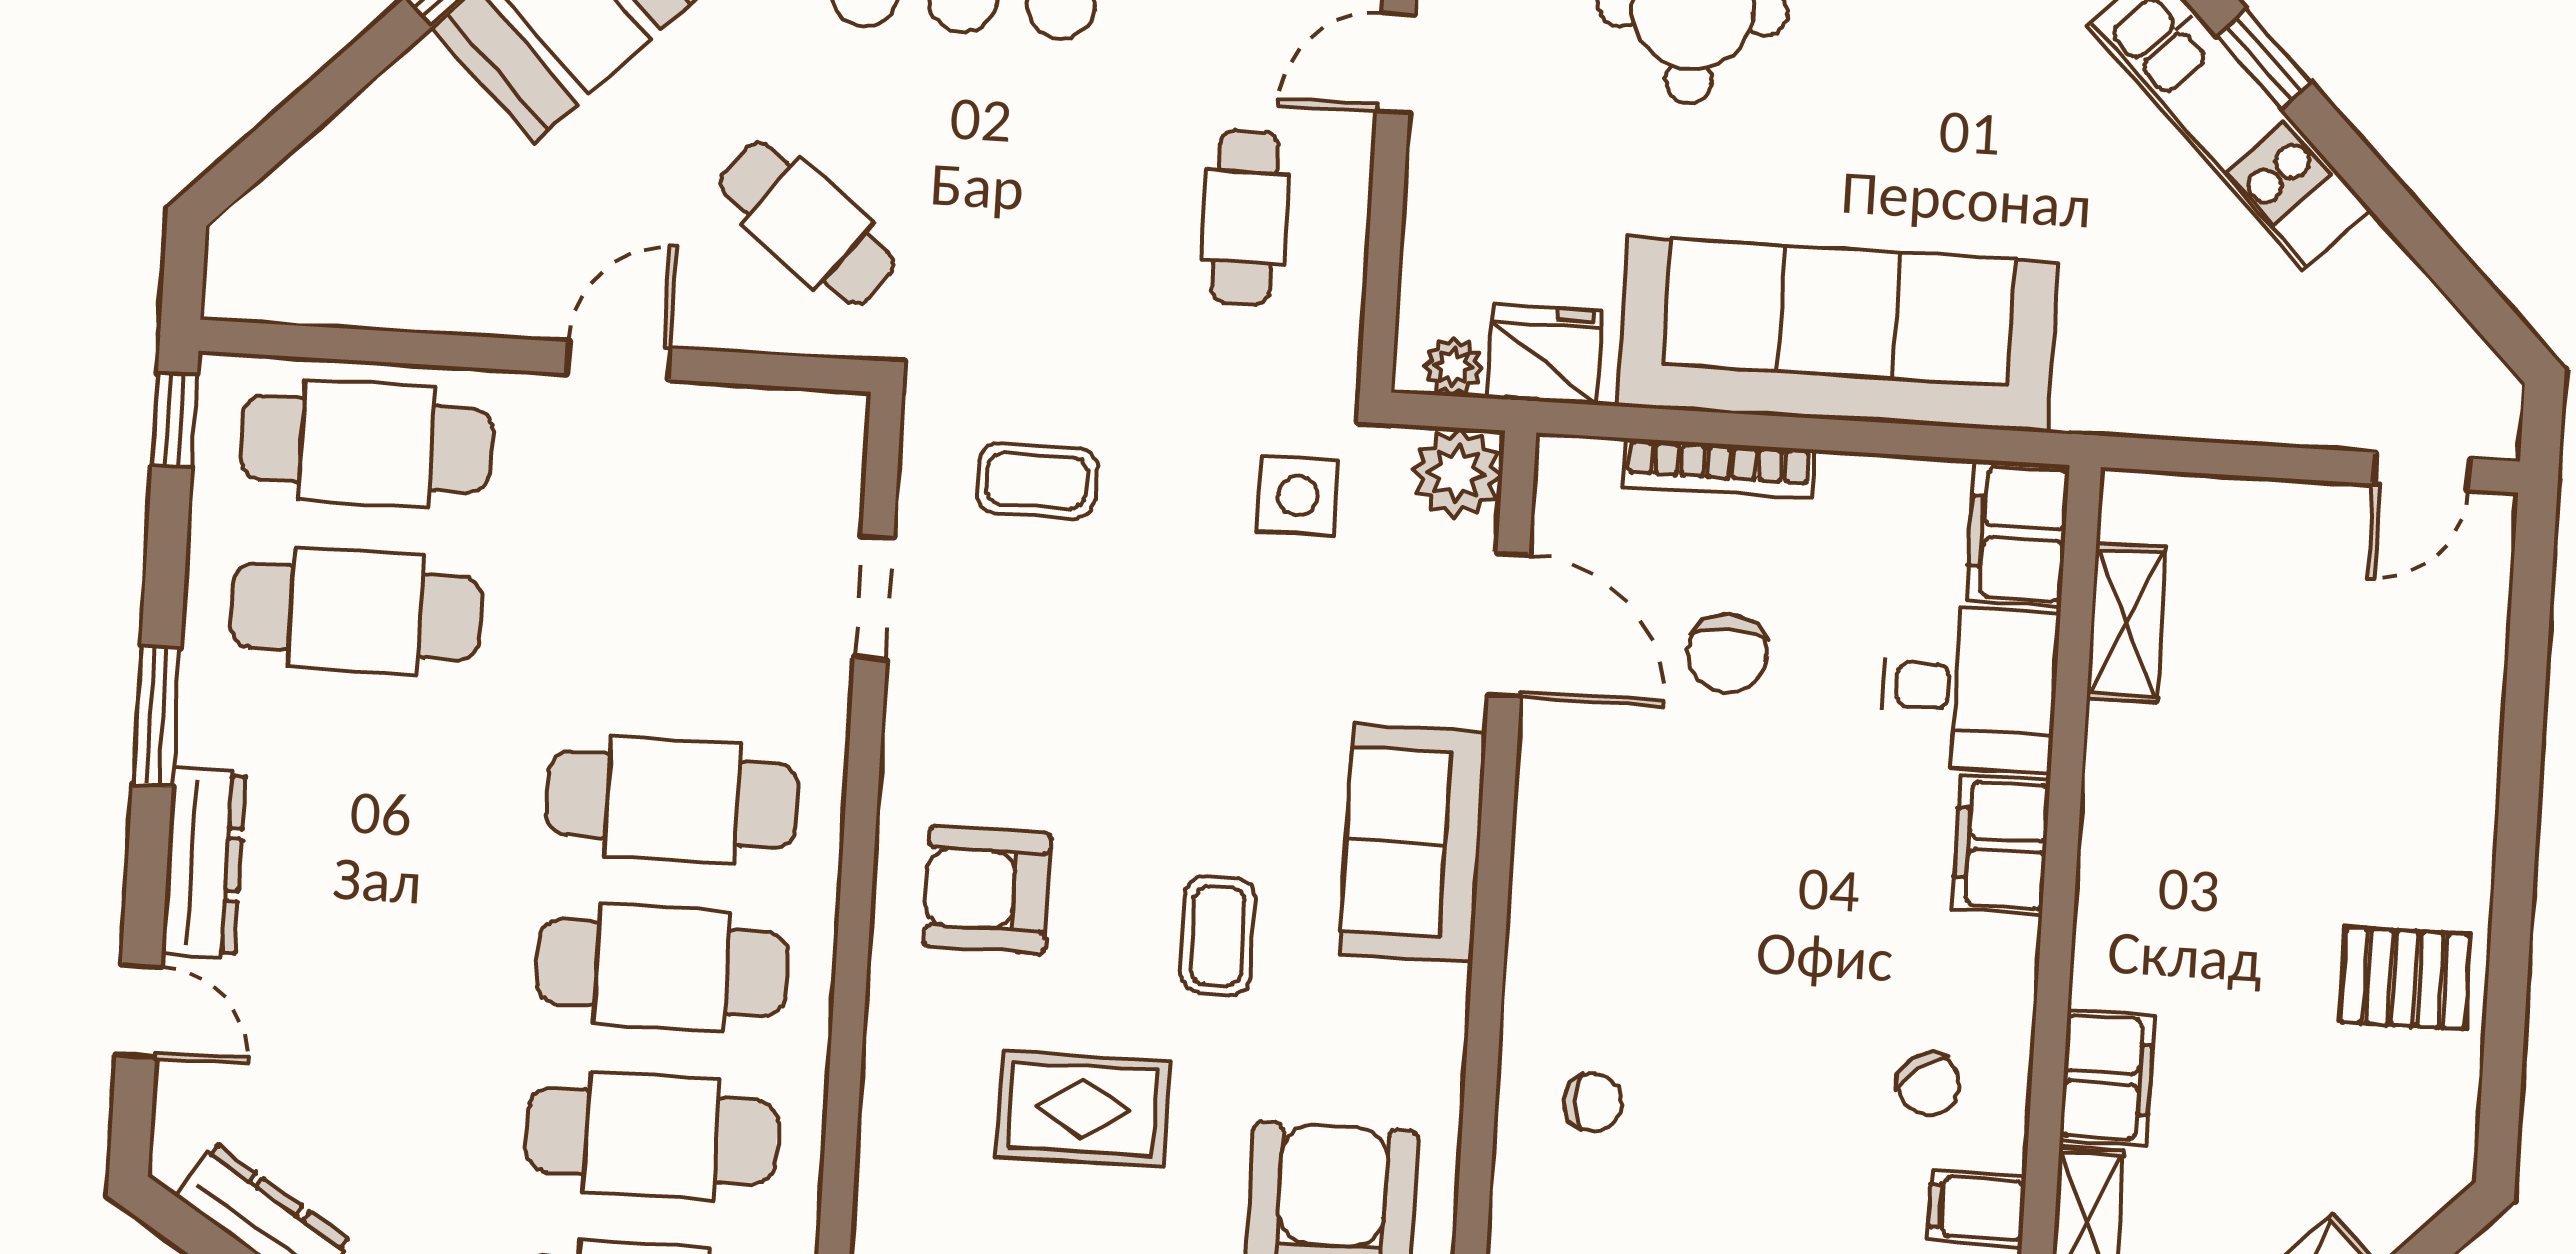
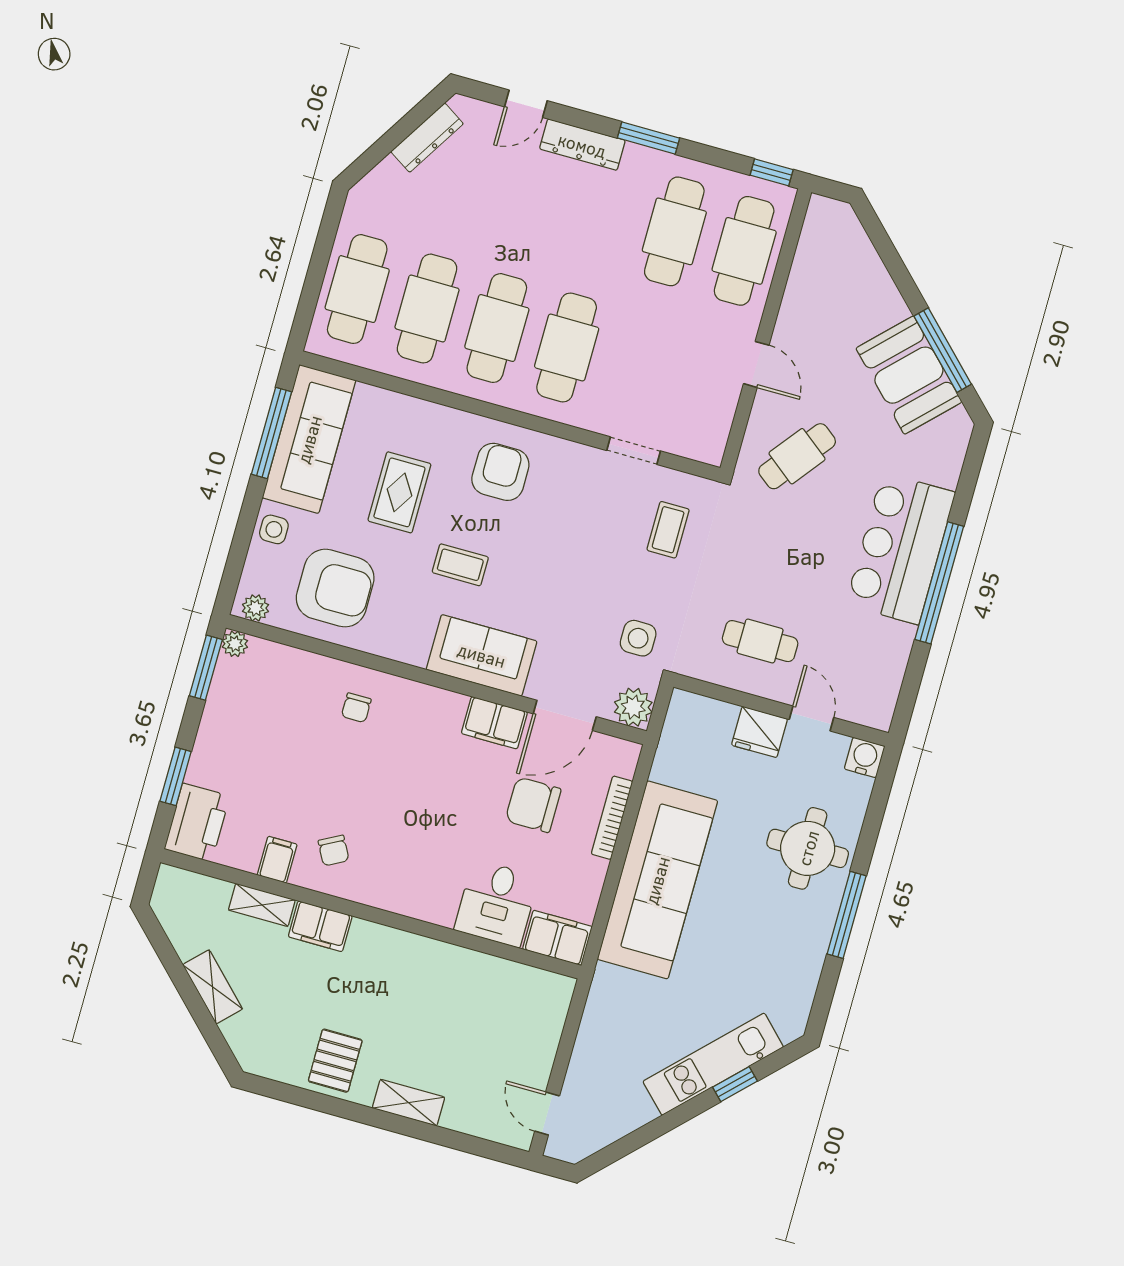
fridge: (1545, 355) -> (759, 732), moved, turned 90
plant: (1453, 367) -> (678, 715), removed
shelving: (2126, 623) -> (408, 1103), moved
chair: (1727, 653) -> (533, 805), width x1.37, depth x1.37
filing cabinet: (2001, 845) -> (494, 723), moved, turned 180
chair: (1929, 1084) -> (334, 851), turned -83

